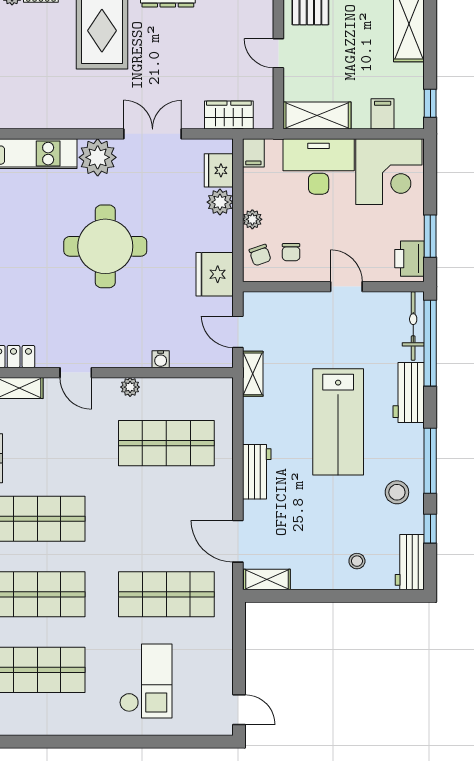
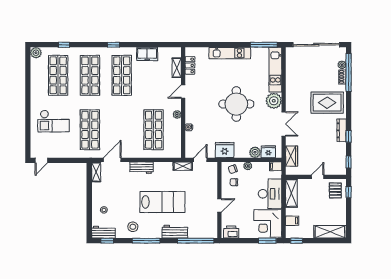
window: (430, 236) -> (267, 241), moved
bicycle: (413, 326) -> (203, 234), removed
lab bench: (338, 422) -> (162, 202), turned 180
window: (430, 529) -> (107, 241), moved

